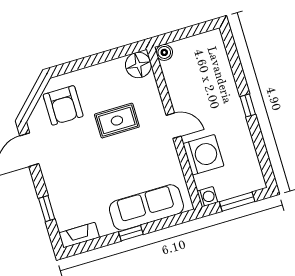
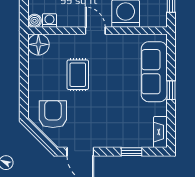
armchair: (63, 105) -> (53, 114), turned -90
door: (174, 126) -> (95, 31), hinge flipped
washing machine: (207, 197) -> (49, 21), moved

